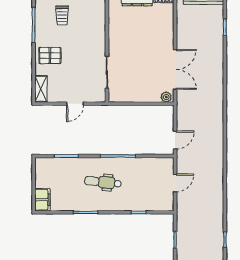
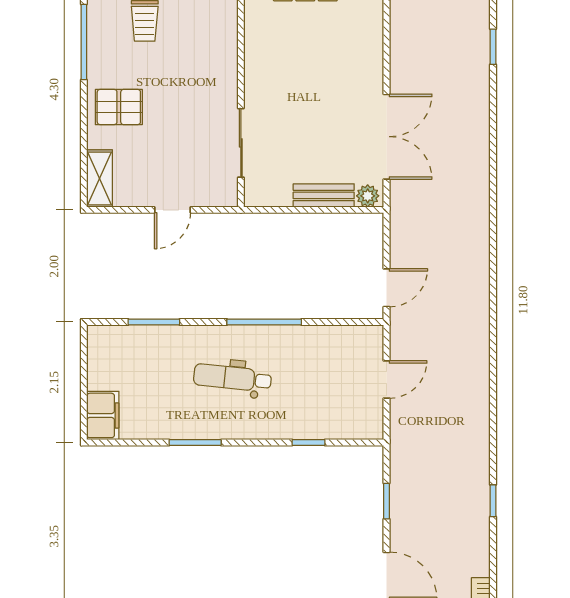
bench: (146, 97) -> (324, 195), added

